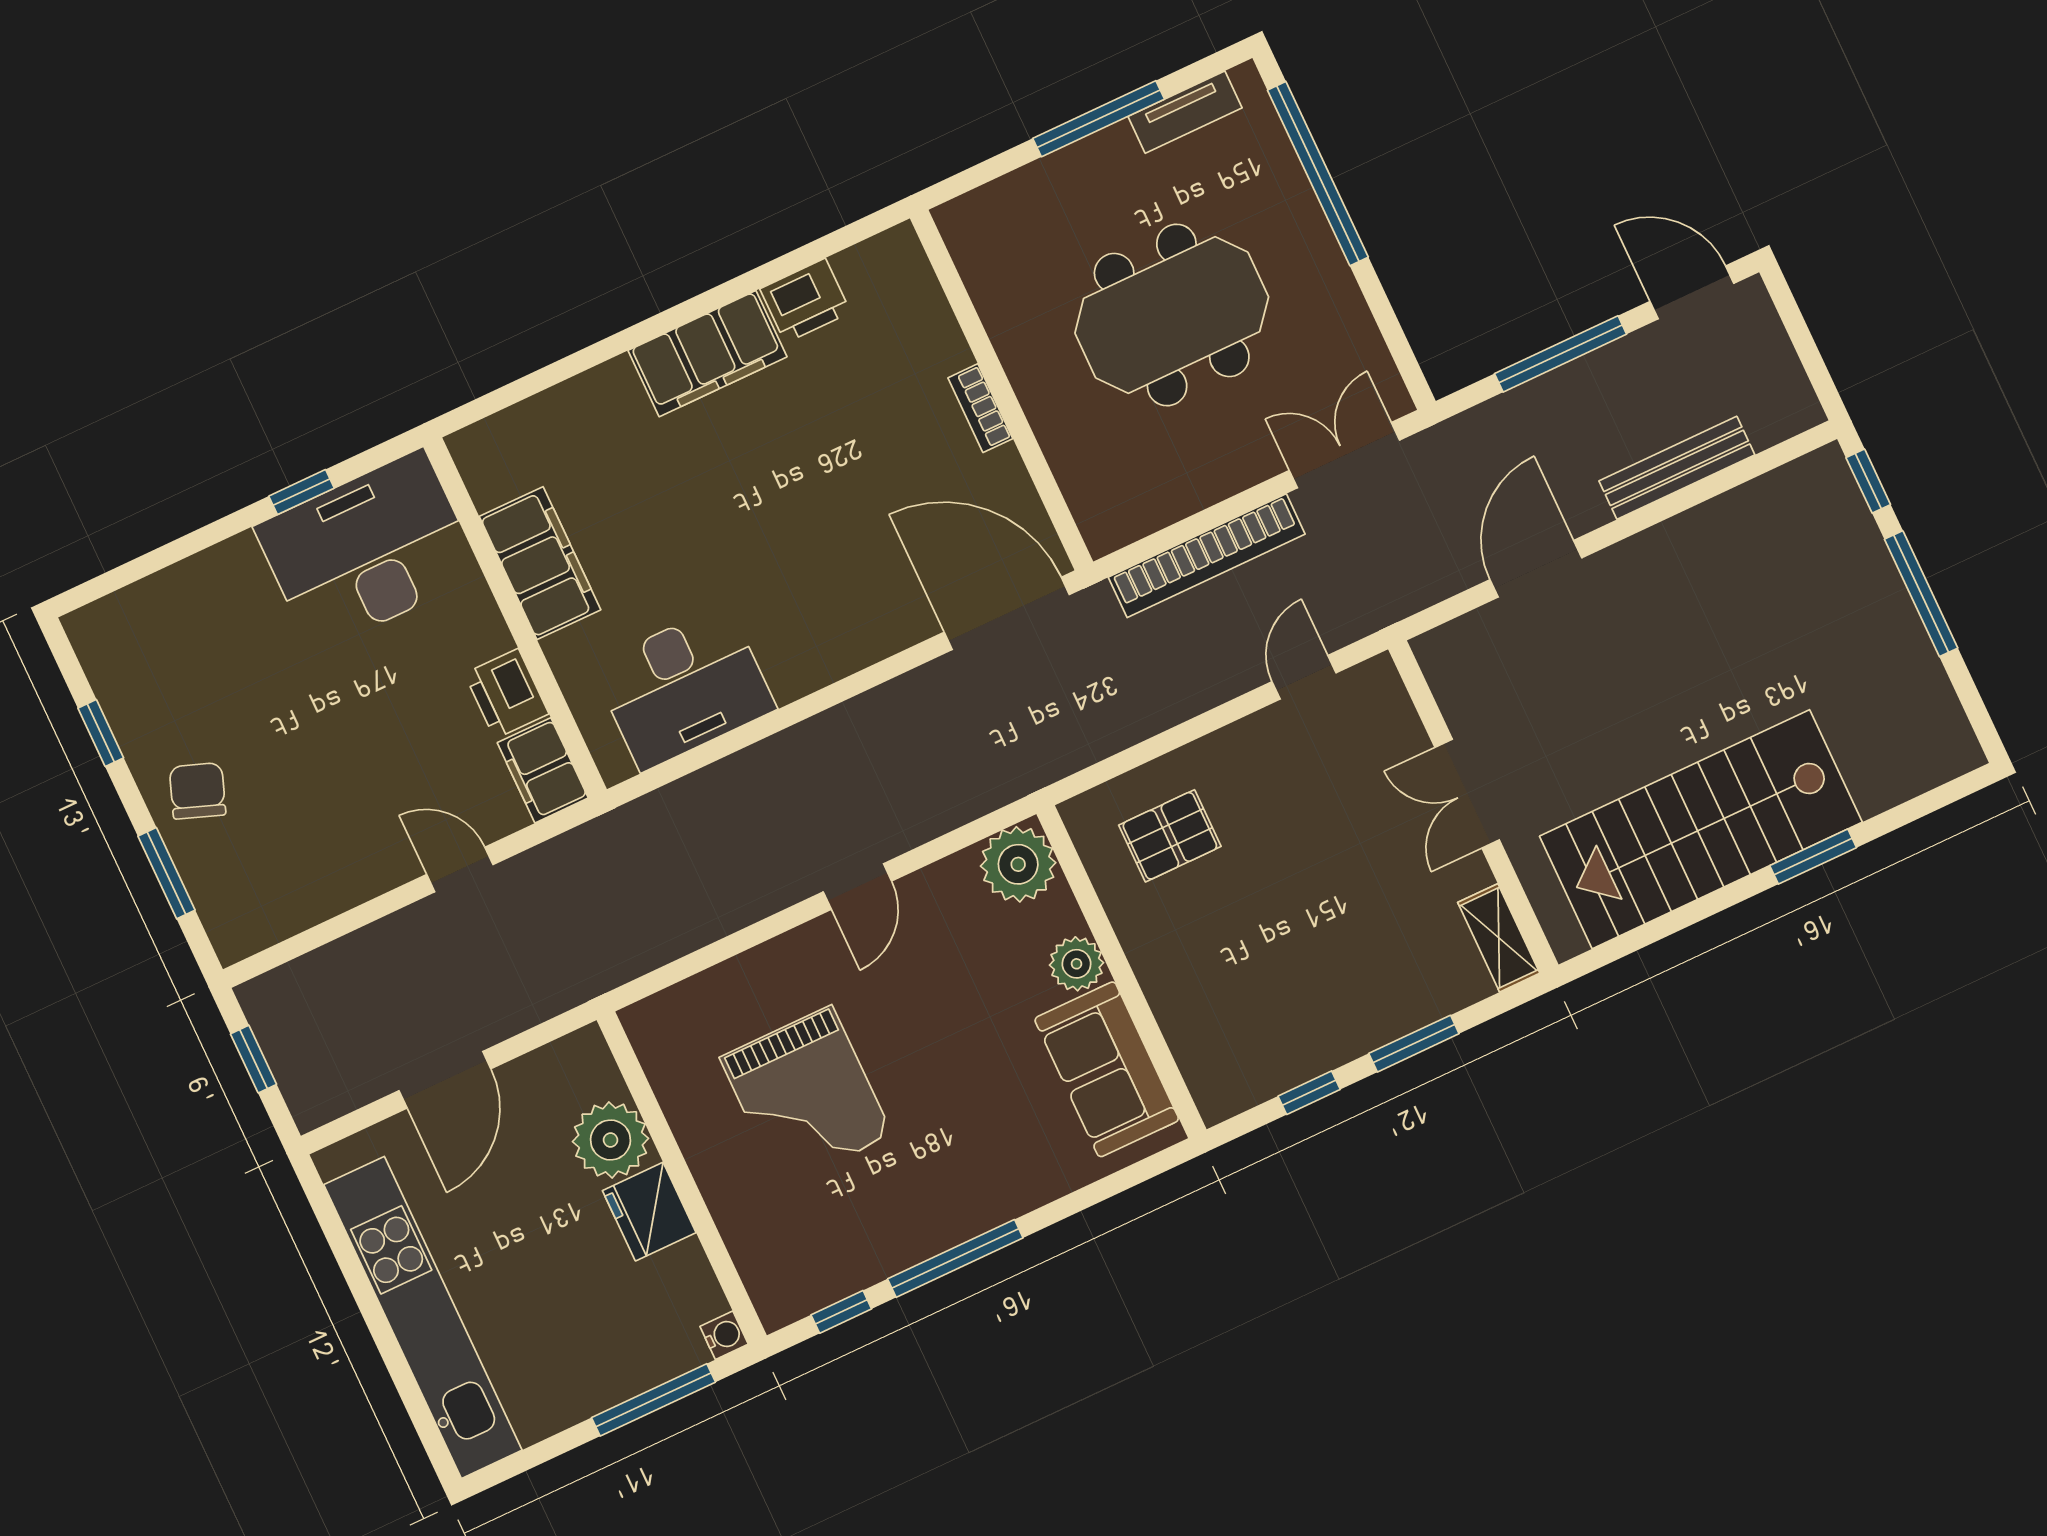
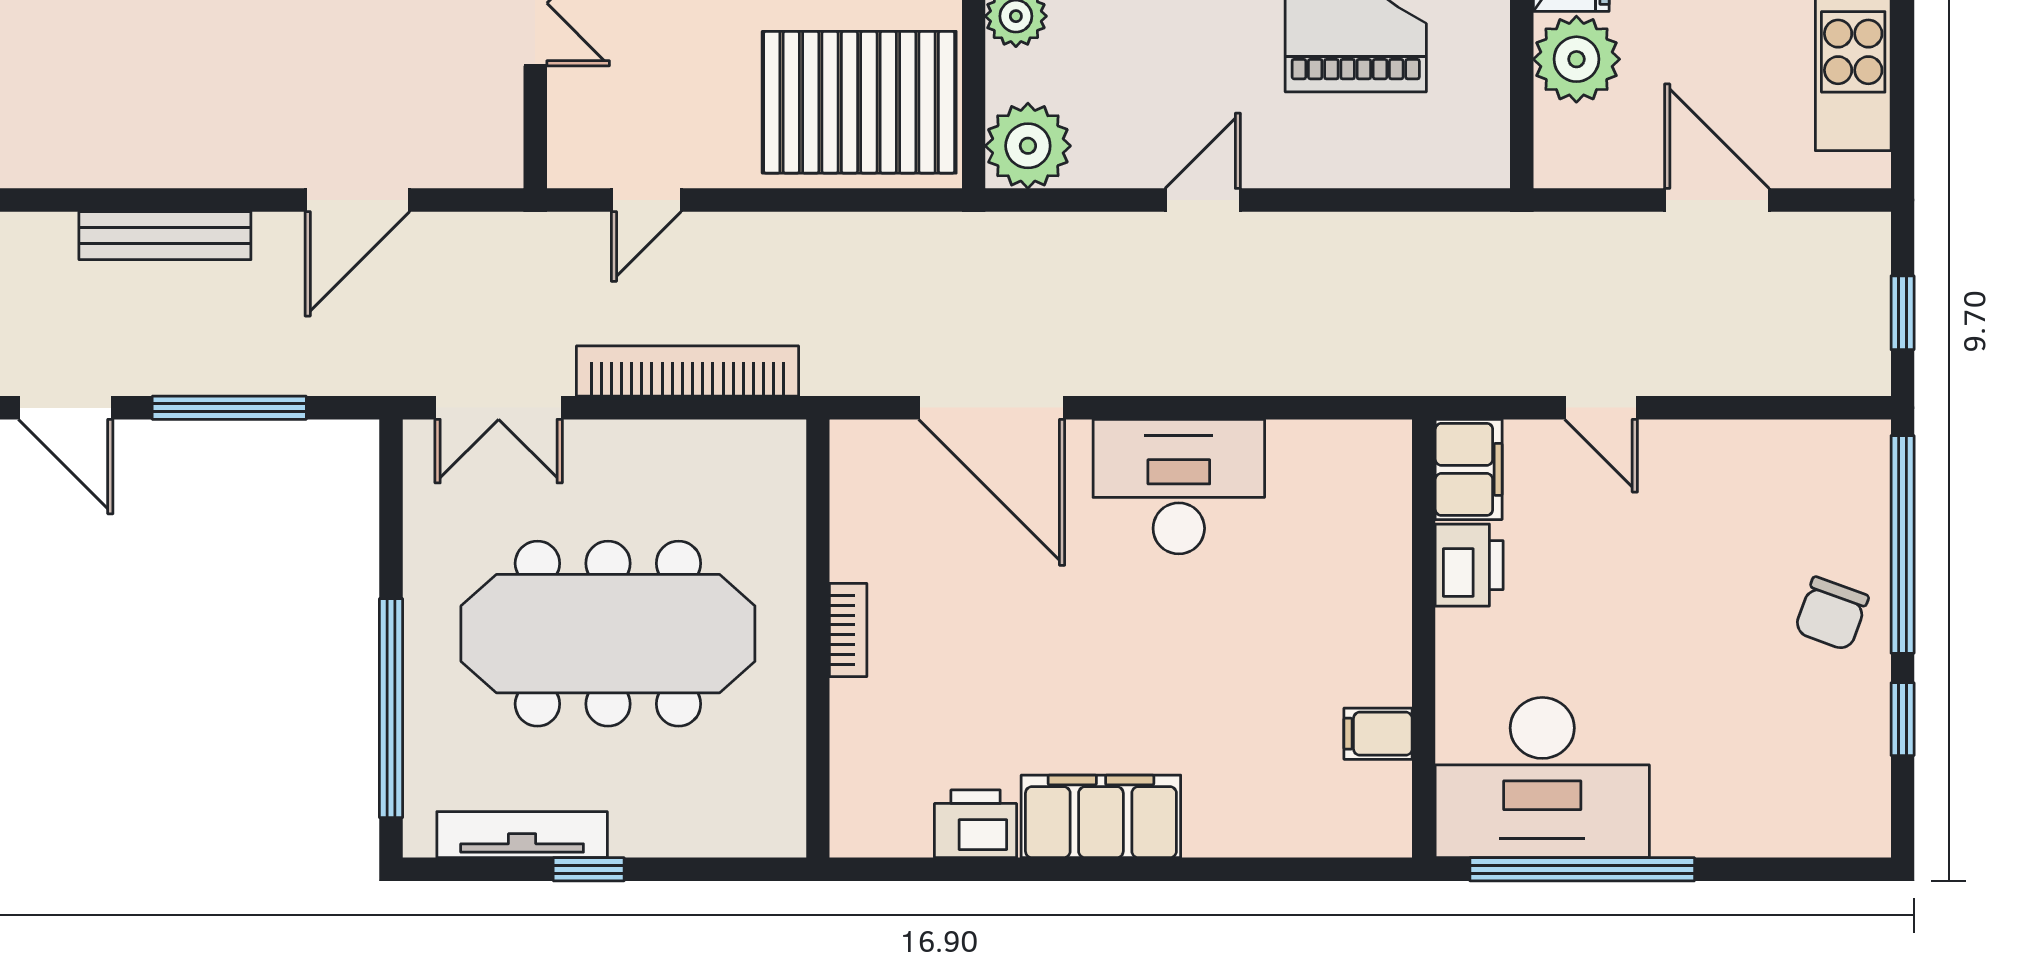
tv unit: (1185, 112) -> (522, 835), width x1.41
window: (1099, 119) -> (589, 869), width x0.46
meeting table: (1172, 315) -> (608, 634), width x1.36
window: (301, 492) -> (1582, 869), width x3.17
filing cabinet: (540, 563) -> (1378, 734), width x0.33, depth x0.86
door: (1007, 613) -> (992, 408), moved
desk: (684, 687) -> (1179, 487), moved
pallet: (1170, 836) -> (859, 102), width x2.05, depth x2.00
window: (166, 873) -> (1903, 544), width x2.11
door: (445, 1080) -> (1717, 200), hinge flipped

